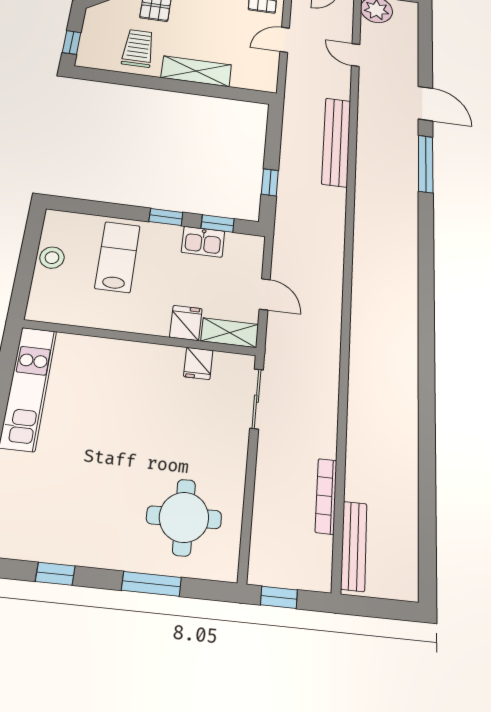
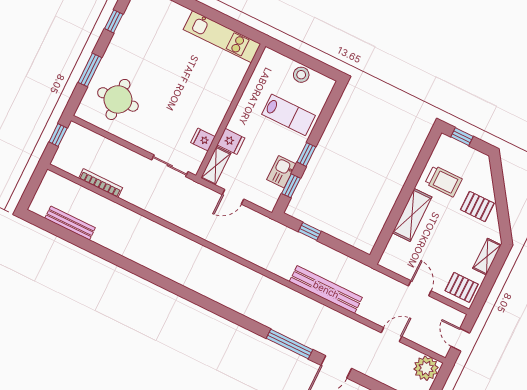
bench: (354, 546) -> (70, 223), moved

